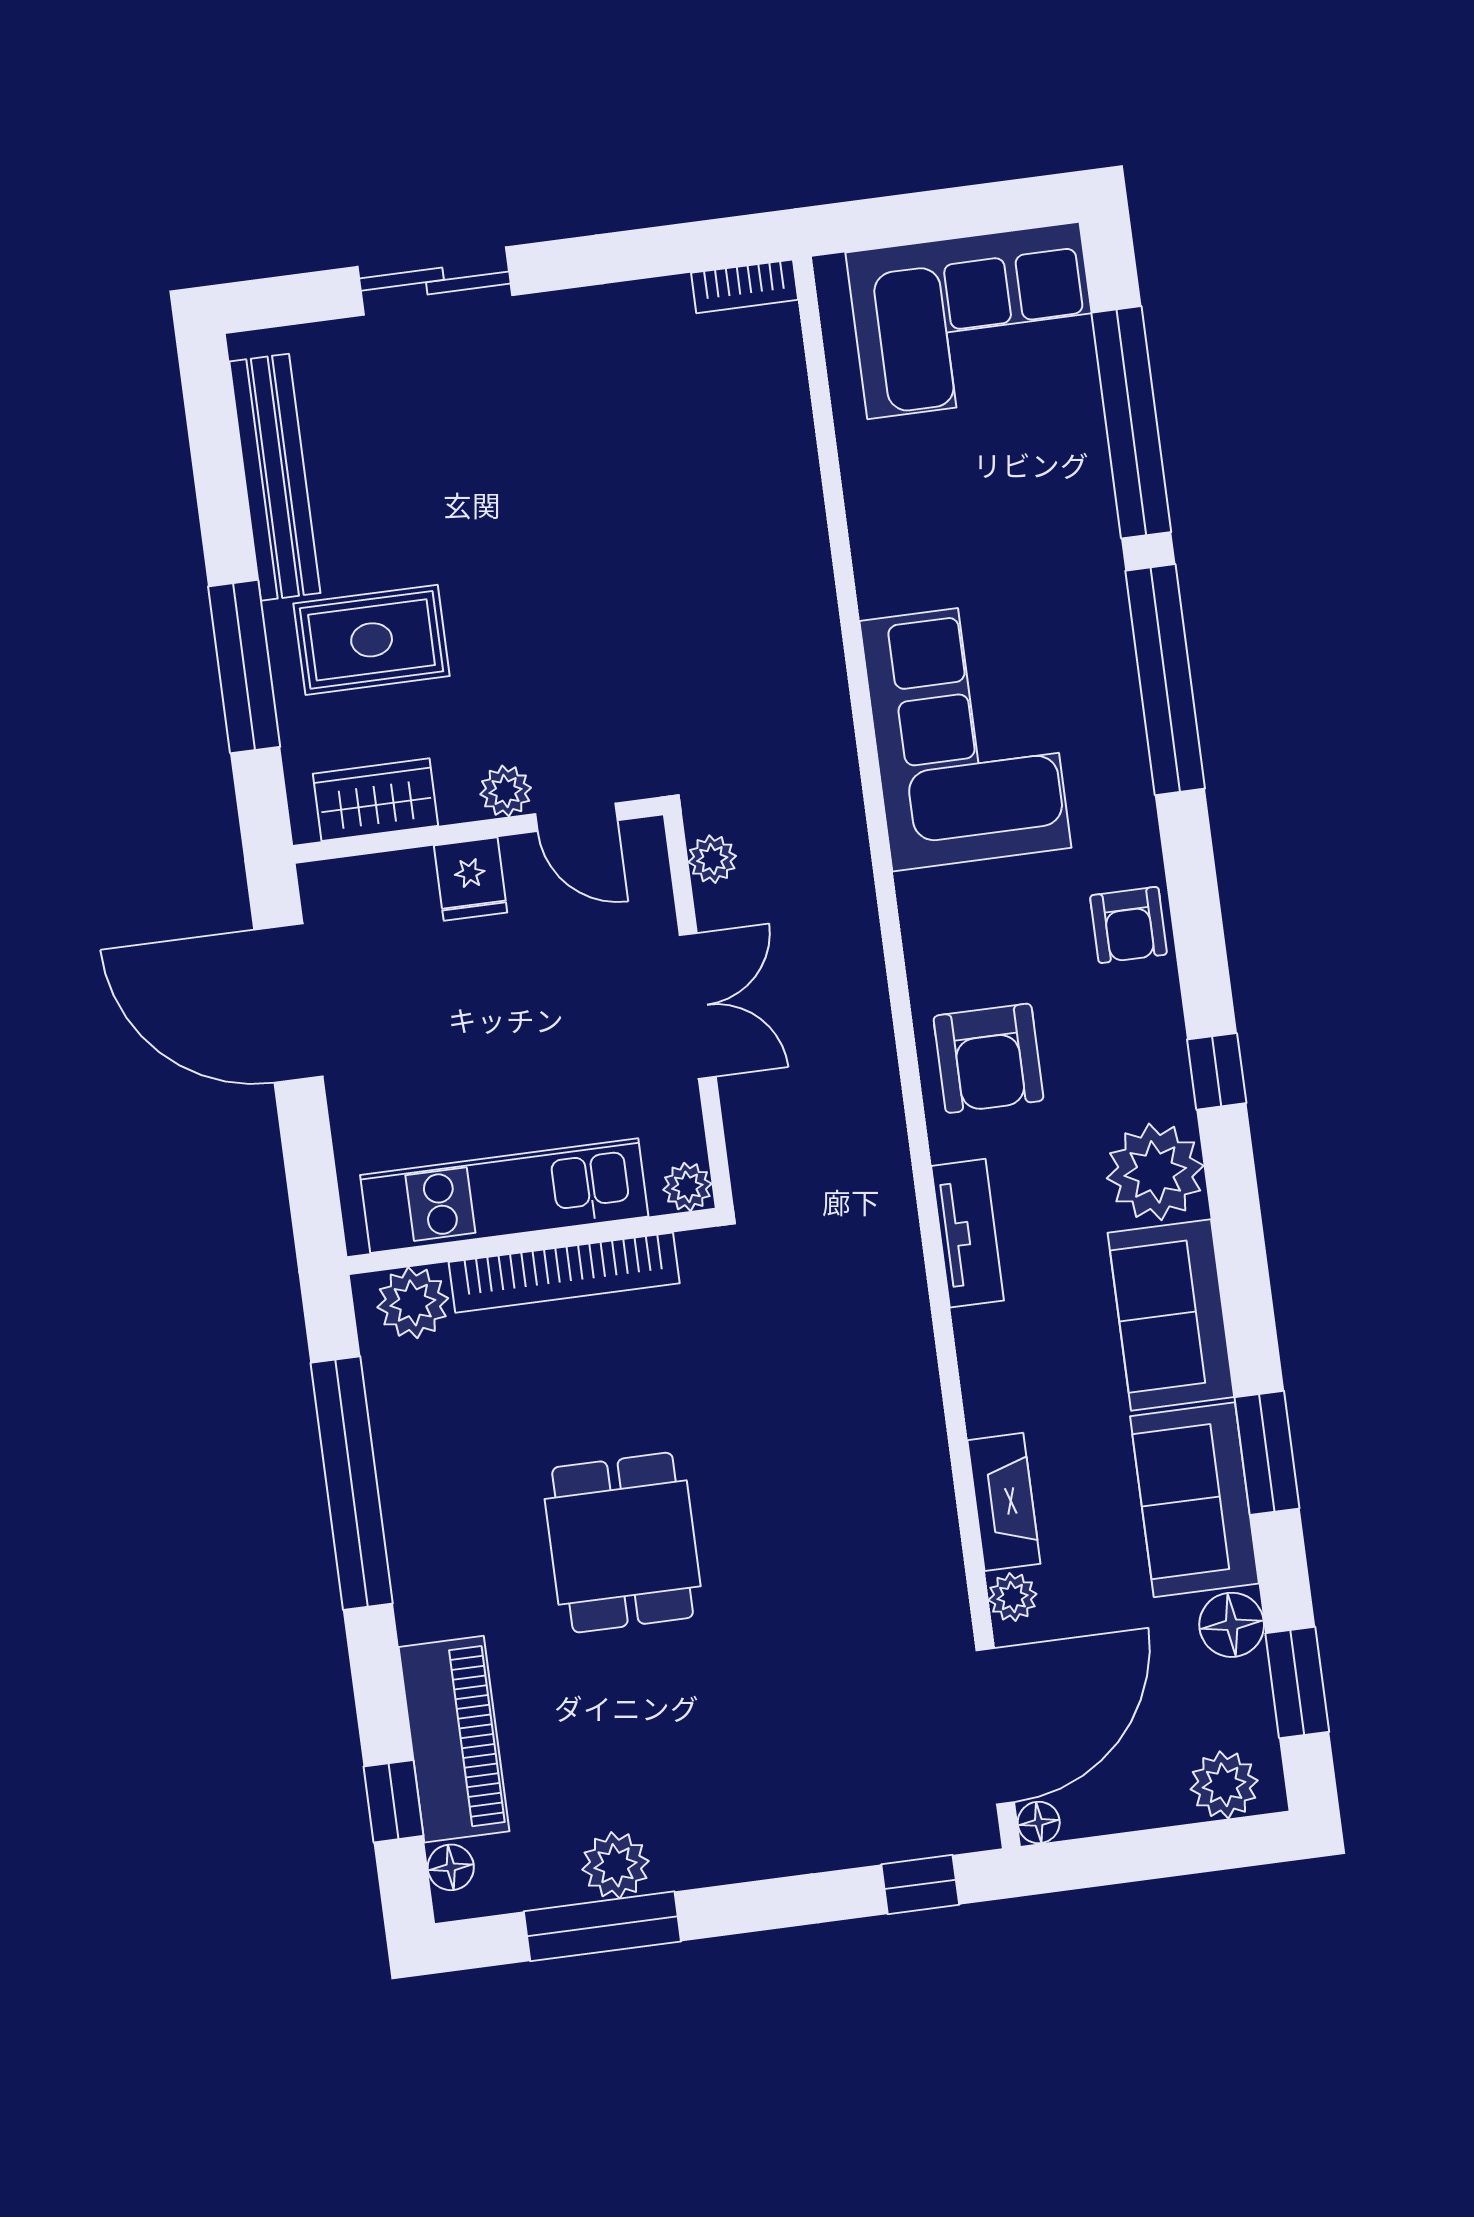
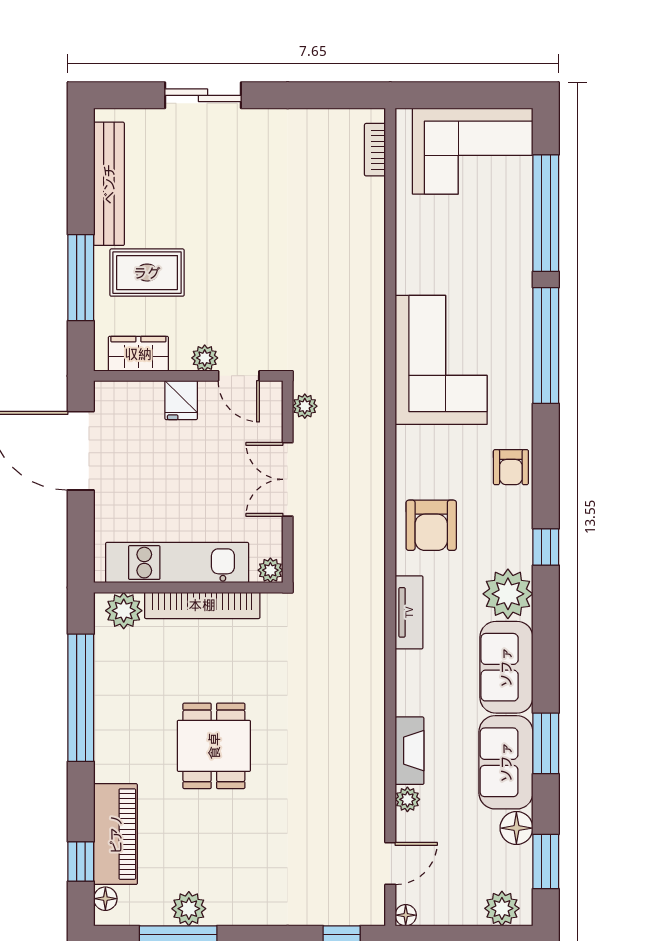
bookcase: (745, 286) -> (375, 150), moved, turned 90
double door: (698, 1006) -> (288, 479), swing flipped
door: (995, 1726) -> (390, 864), width x0.53

